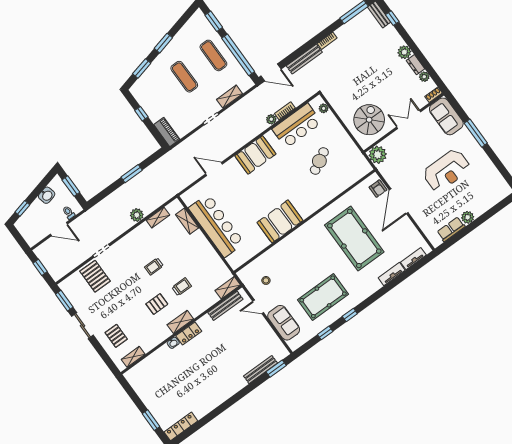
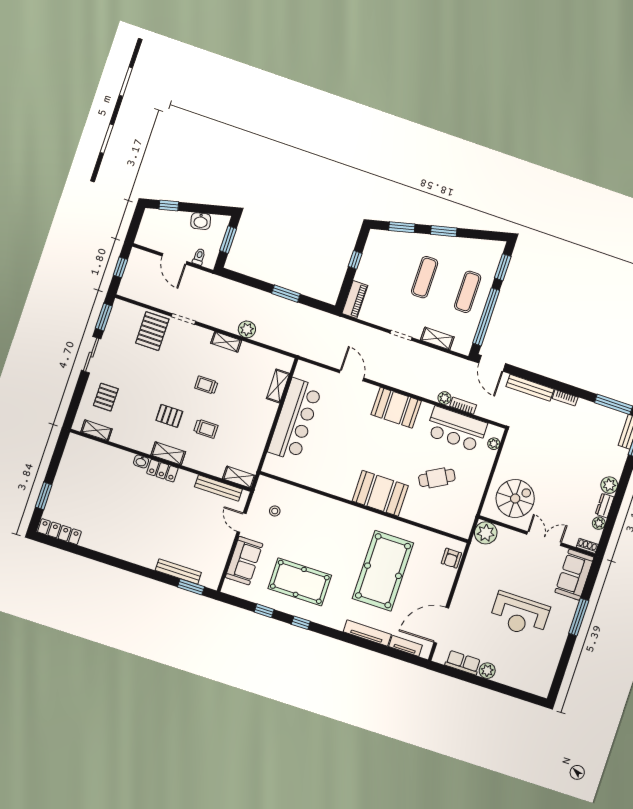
door: (399, 201) -> (441, 625), moved
shelving: (158, 218) -> (226, 342), moved
booth: (280, 221) -> (380, 493), moved
tv unit: (392, 274) -> (367, 633), width x1.41

